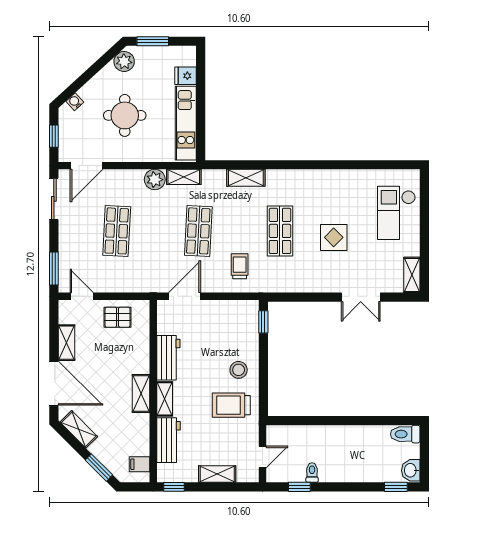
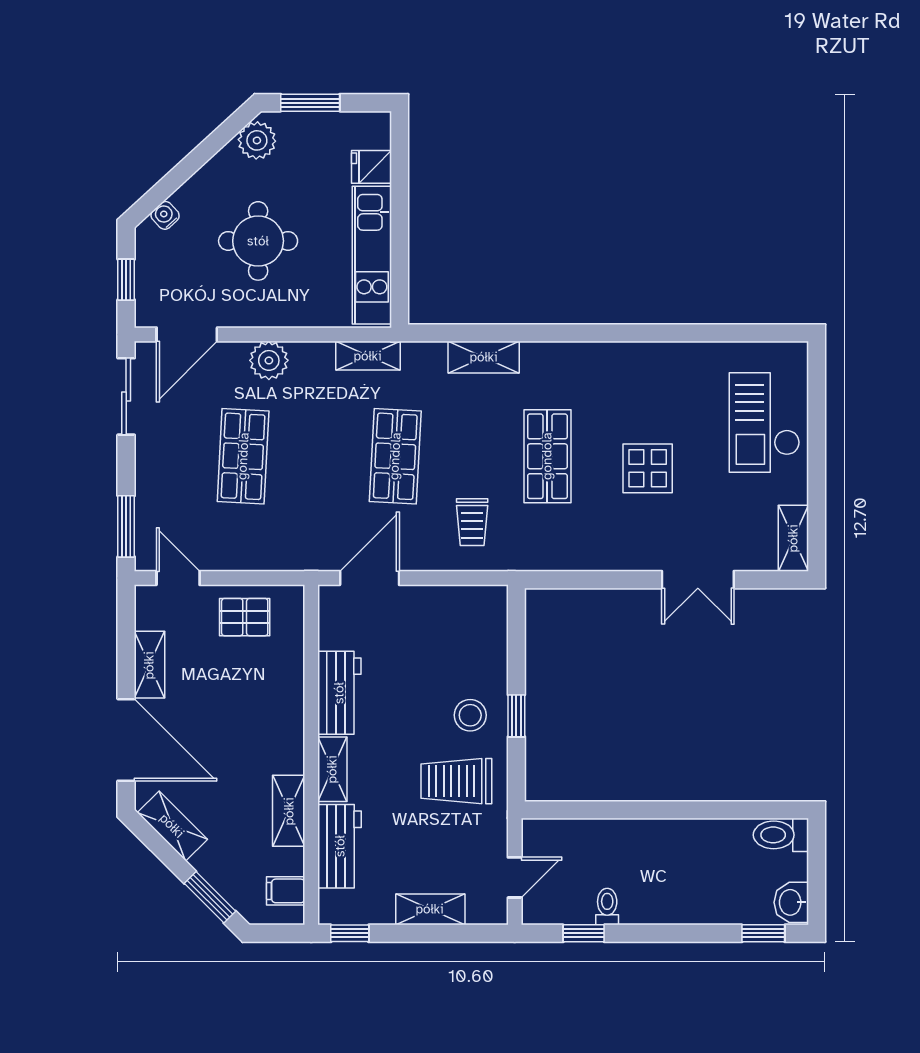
plant: (155, 180) -> (269, 360), moved
trolley: (240, 266) -> (472, 522), turned 180
window: (263, 322) -> (516, 716), moved
shelving: (141, 393) -> (289, 811), moved

